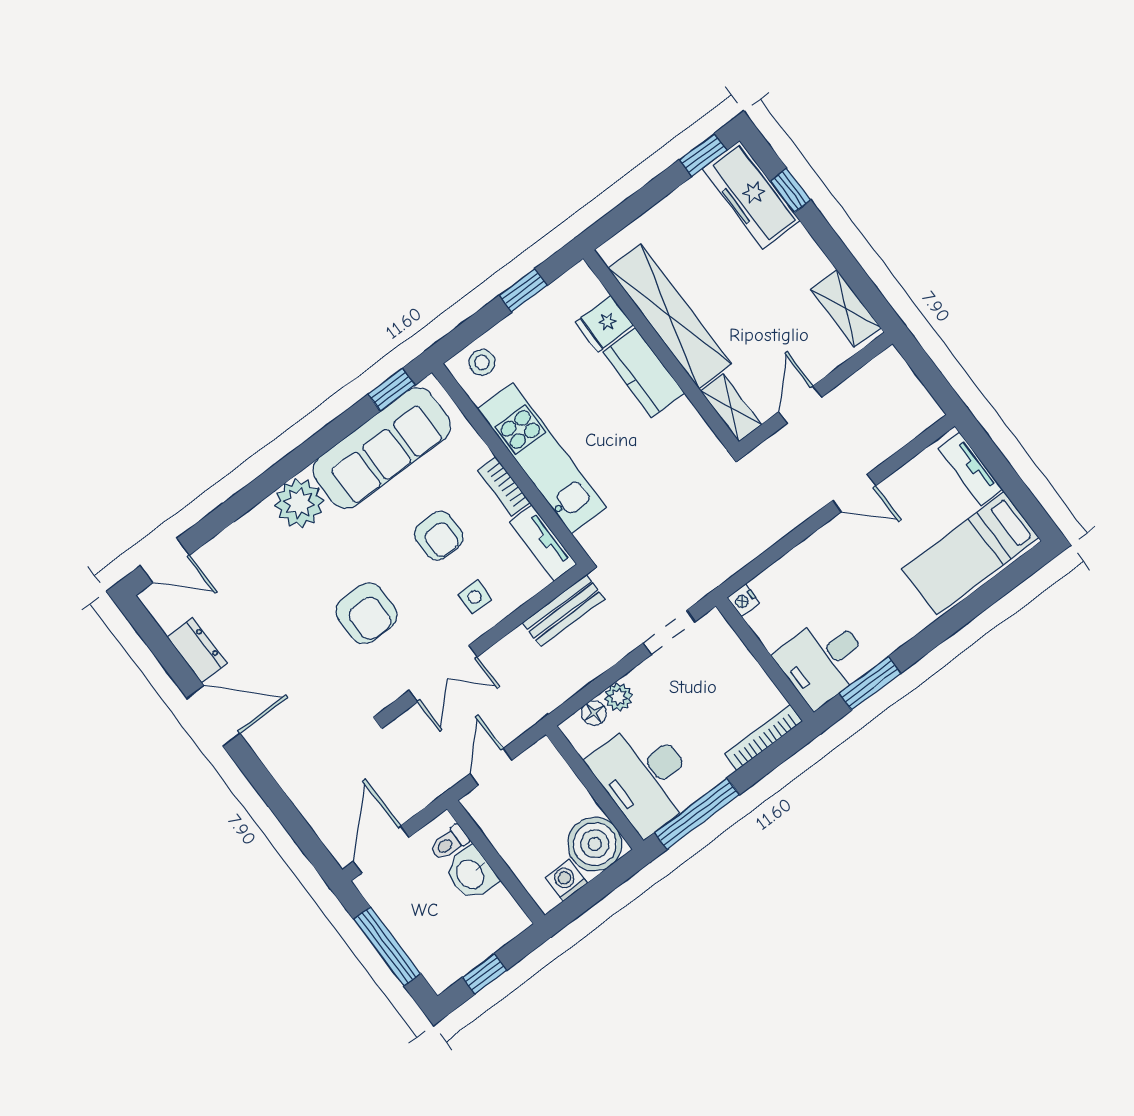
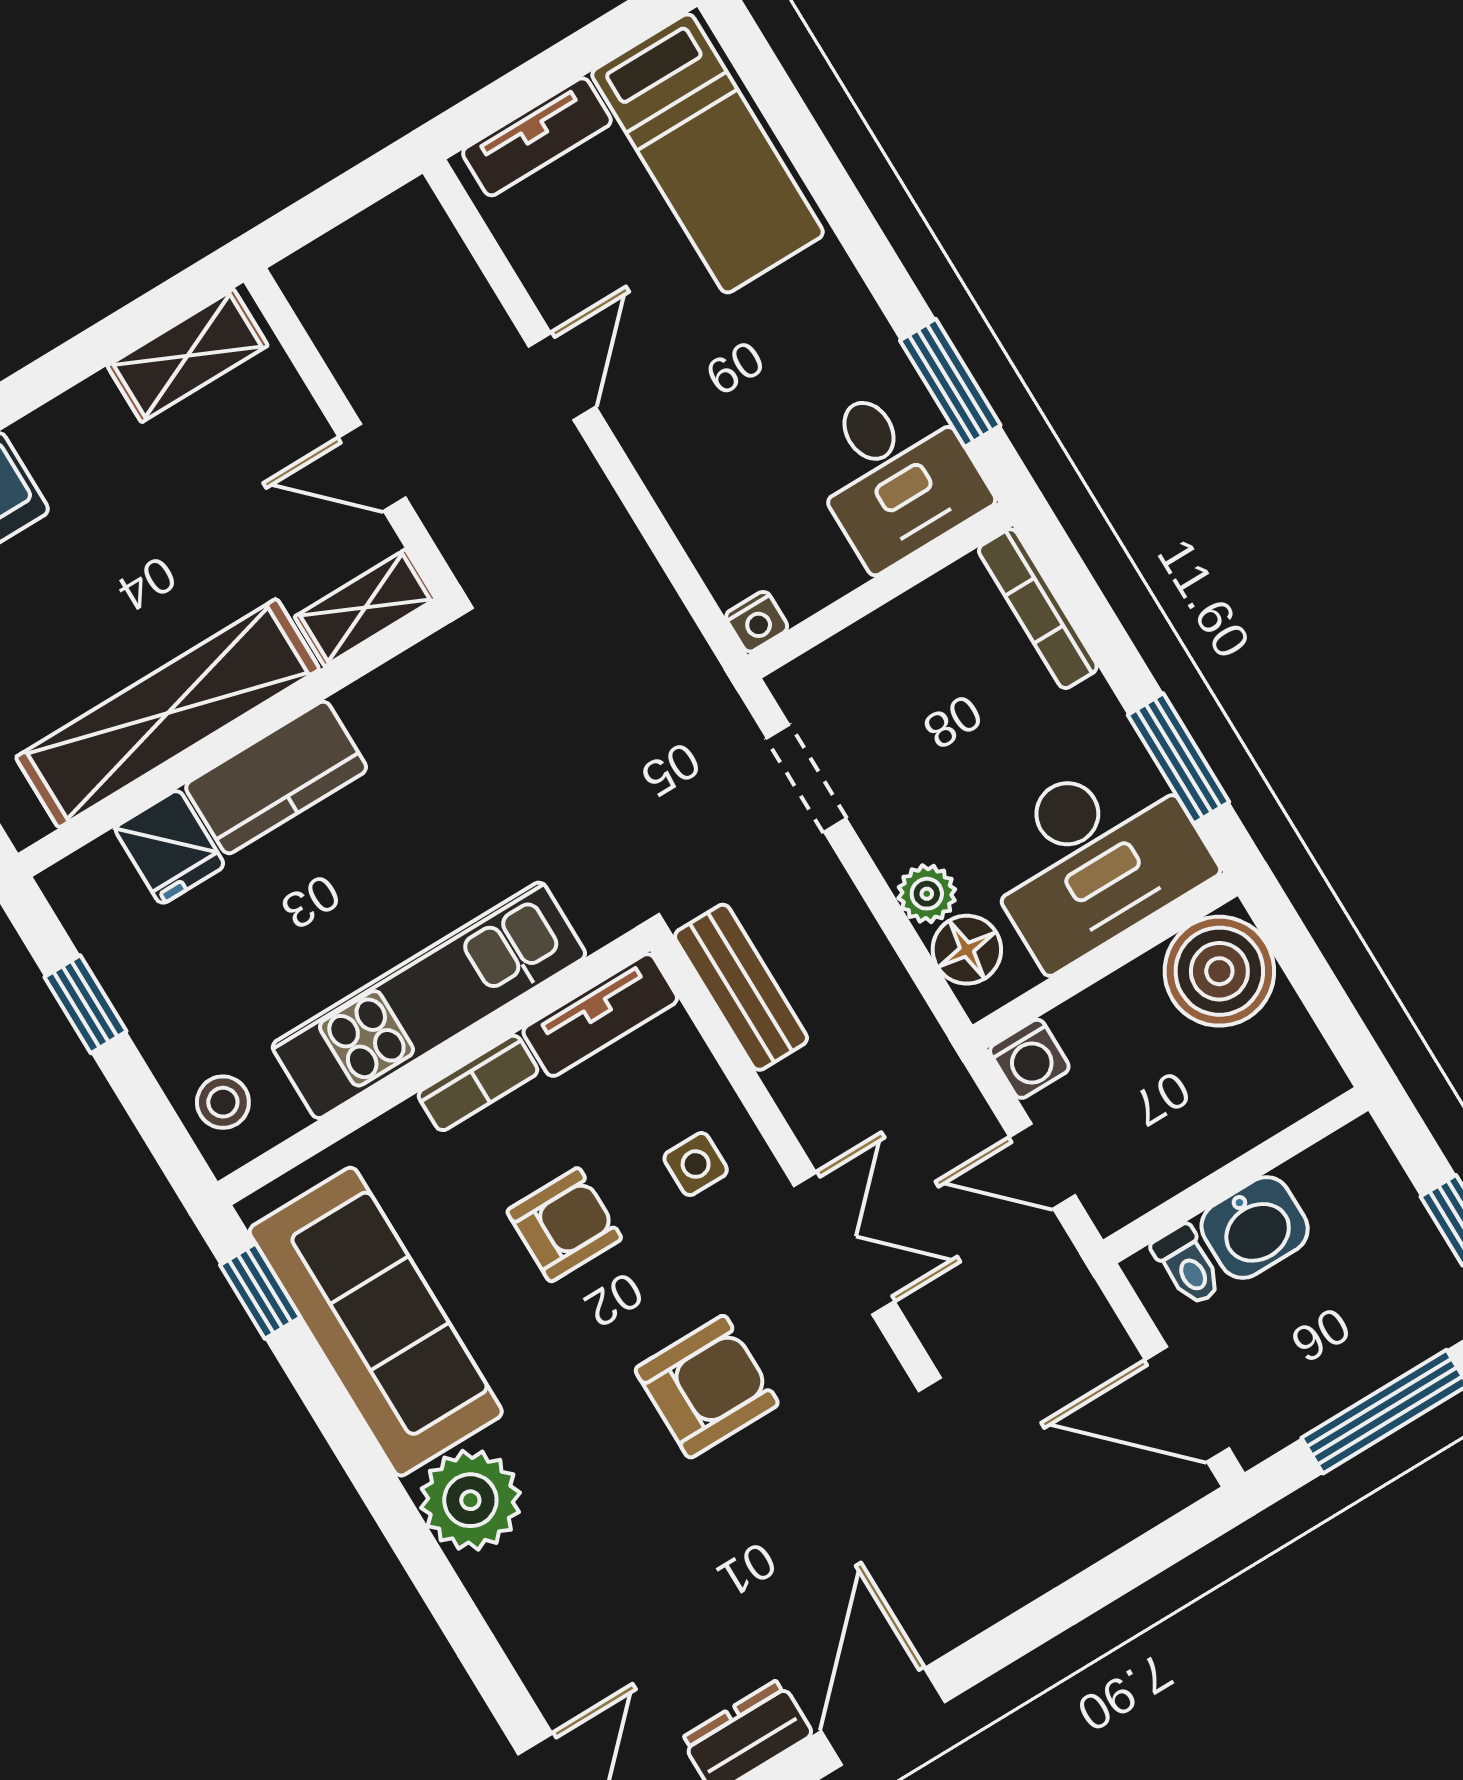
floor lamp: (594, 713) -> (967, 950), width x1.37, depth x1.37
window: (697, 814) -> (1179, 758), width x0.69
washing machine: (566, 880) -> (1029, 1059), moved, turned -90

